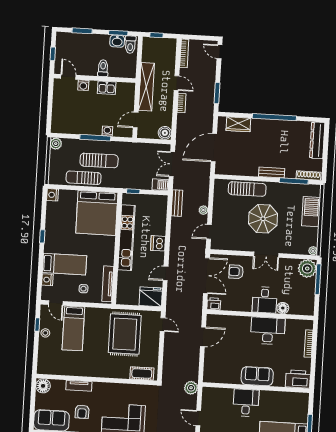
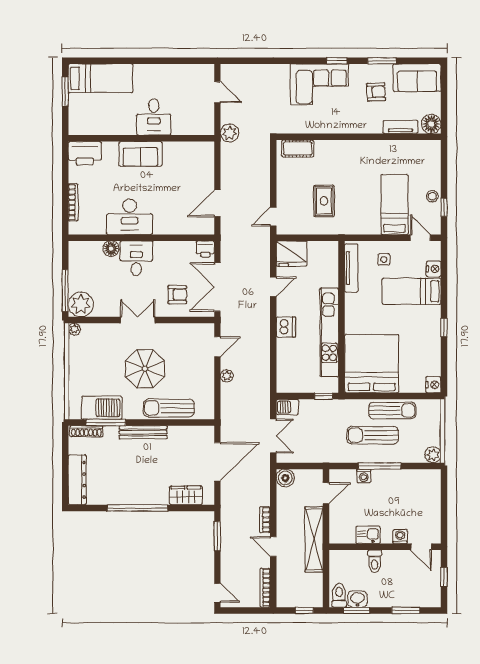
bench: (272, 173) -> (143, 432), width x1.36
bench: (177, 203) -> (263, 383), removed
barbecue: (311, 212) -> (102, 408), moved, turned -90
door: (163, 325) -> (273, 217), hinge flipped
rug: (125, 334) -> (324, 201), width x0.54, depth x0.49
tv unit: (79, 386) -> (400, 127), moved
armchair: (82, 412) -> (376, 92), turned 87

